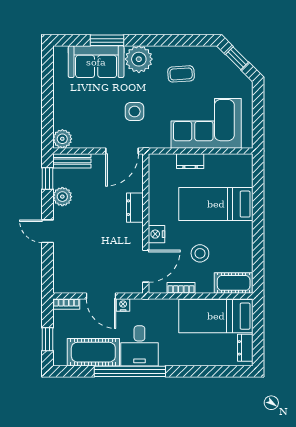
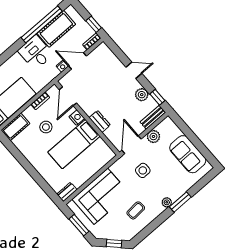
window: (107, 40) -> (180, 202), moved
plant: (139, 59) -> (167, 202), width x0.53, depth x0.53
sofa: (96, 62) -> (188, 154), moved, turned -90
window: (258, 113) -> (79, 225), added
plant: (62, 139) -> (153, 136), moved
dresser: (190, 161) -> (67, 192), moved
bed: (216, 204) -> (74, 144), moved, turned 180
window: (48, 339) -> (94, 24), moved
window: (130, 371) -> (42, 24), moved

